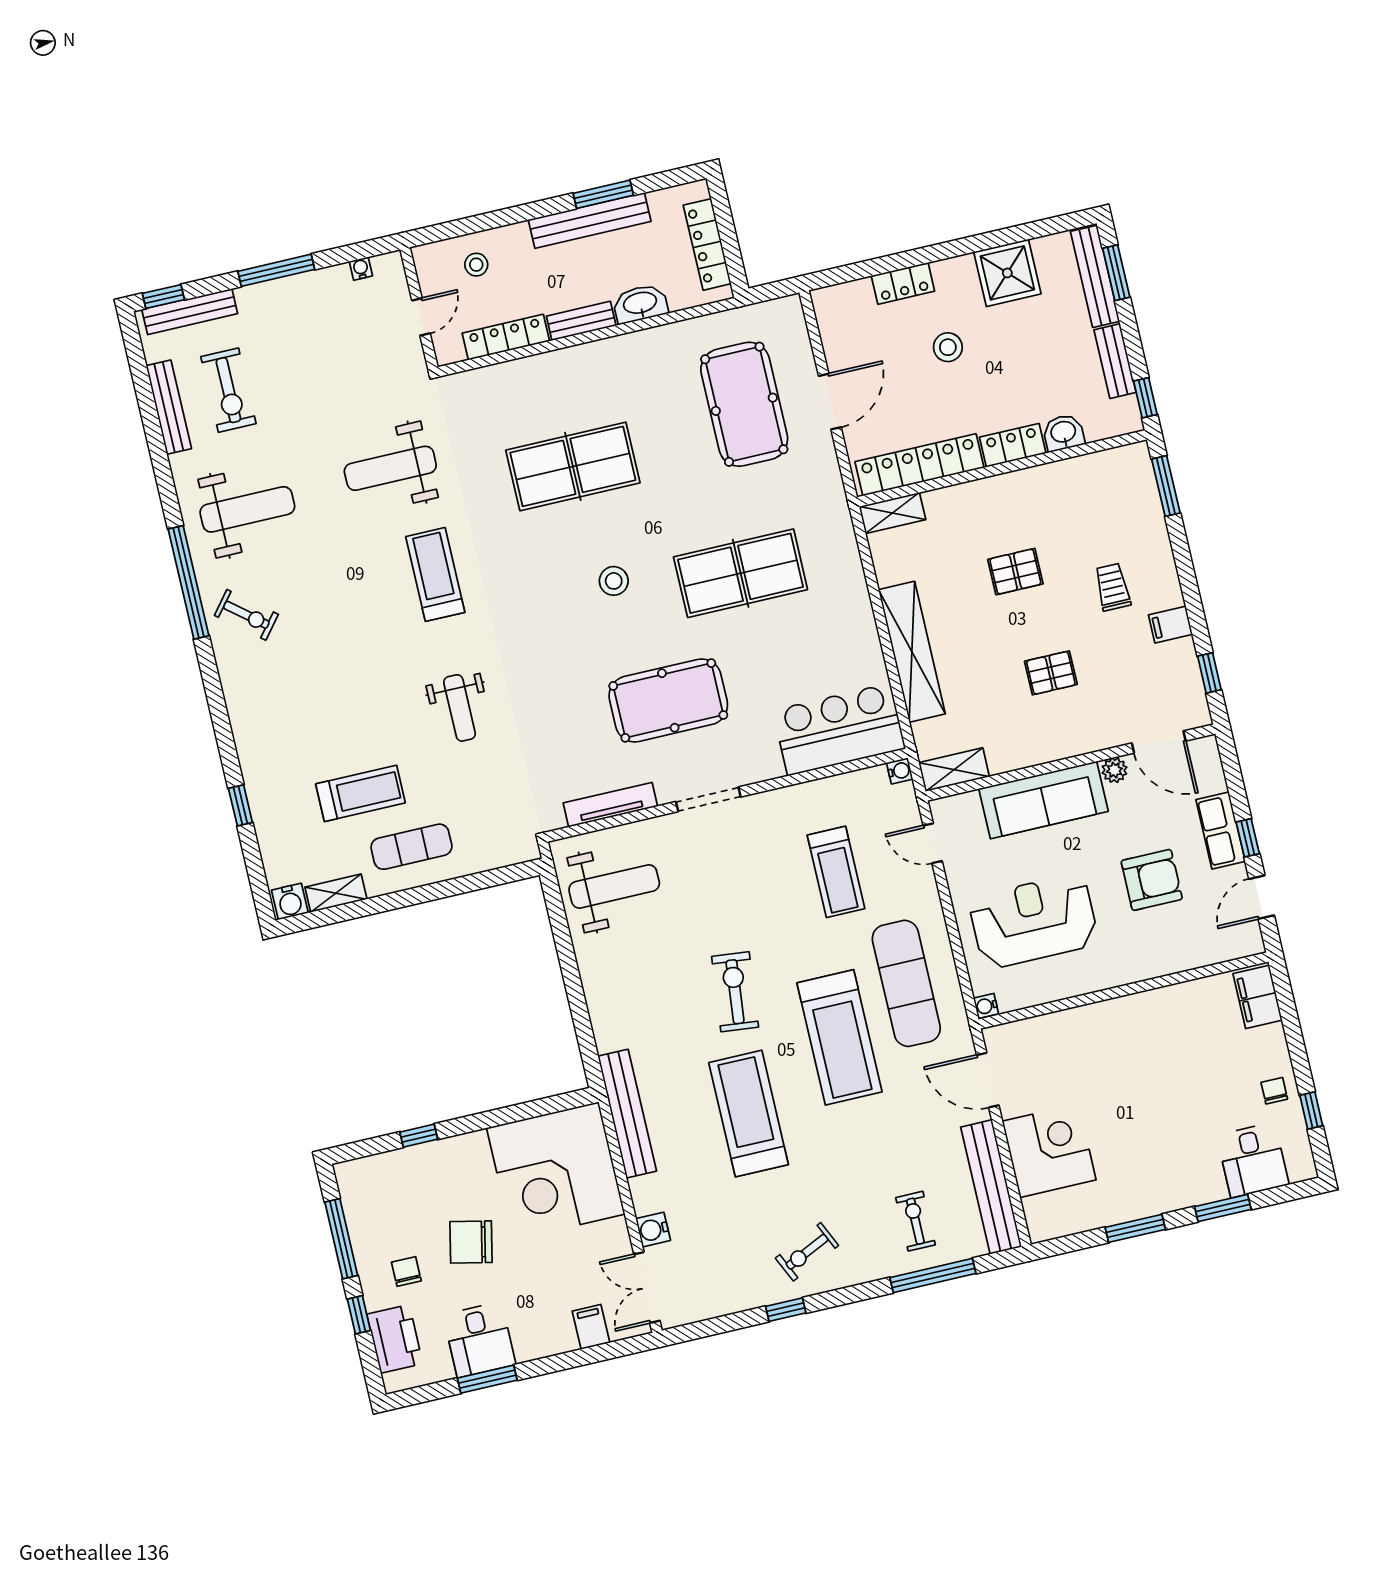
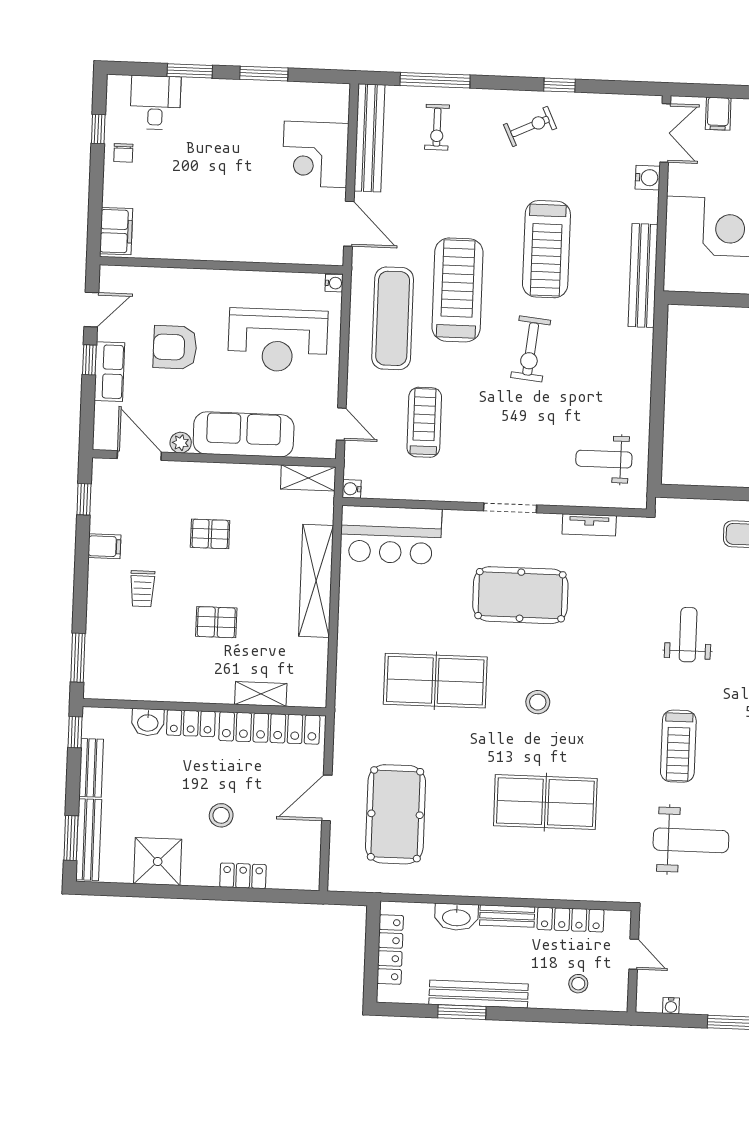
door: (421, 317) -> (634, 954), swing flipped
shelving: (892, 513) -> (261, 694), moved
tv unit: (610, 805) -> (589, 525), width x0.71
weight bench: (614, 886) -> (604, 459), width x0.73, depth x0.75

